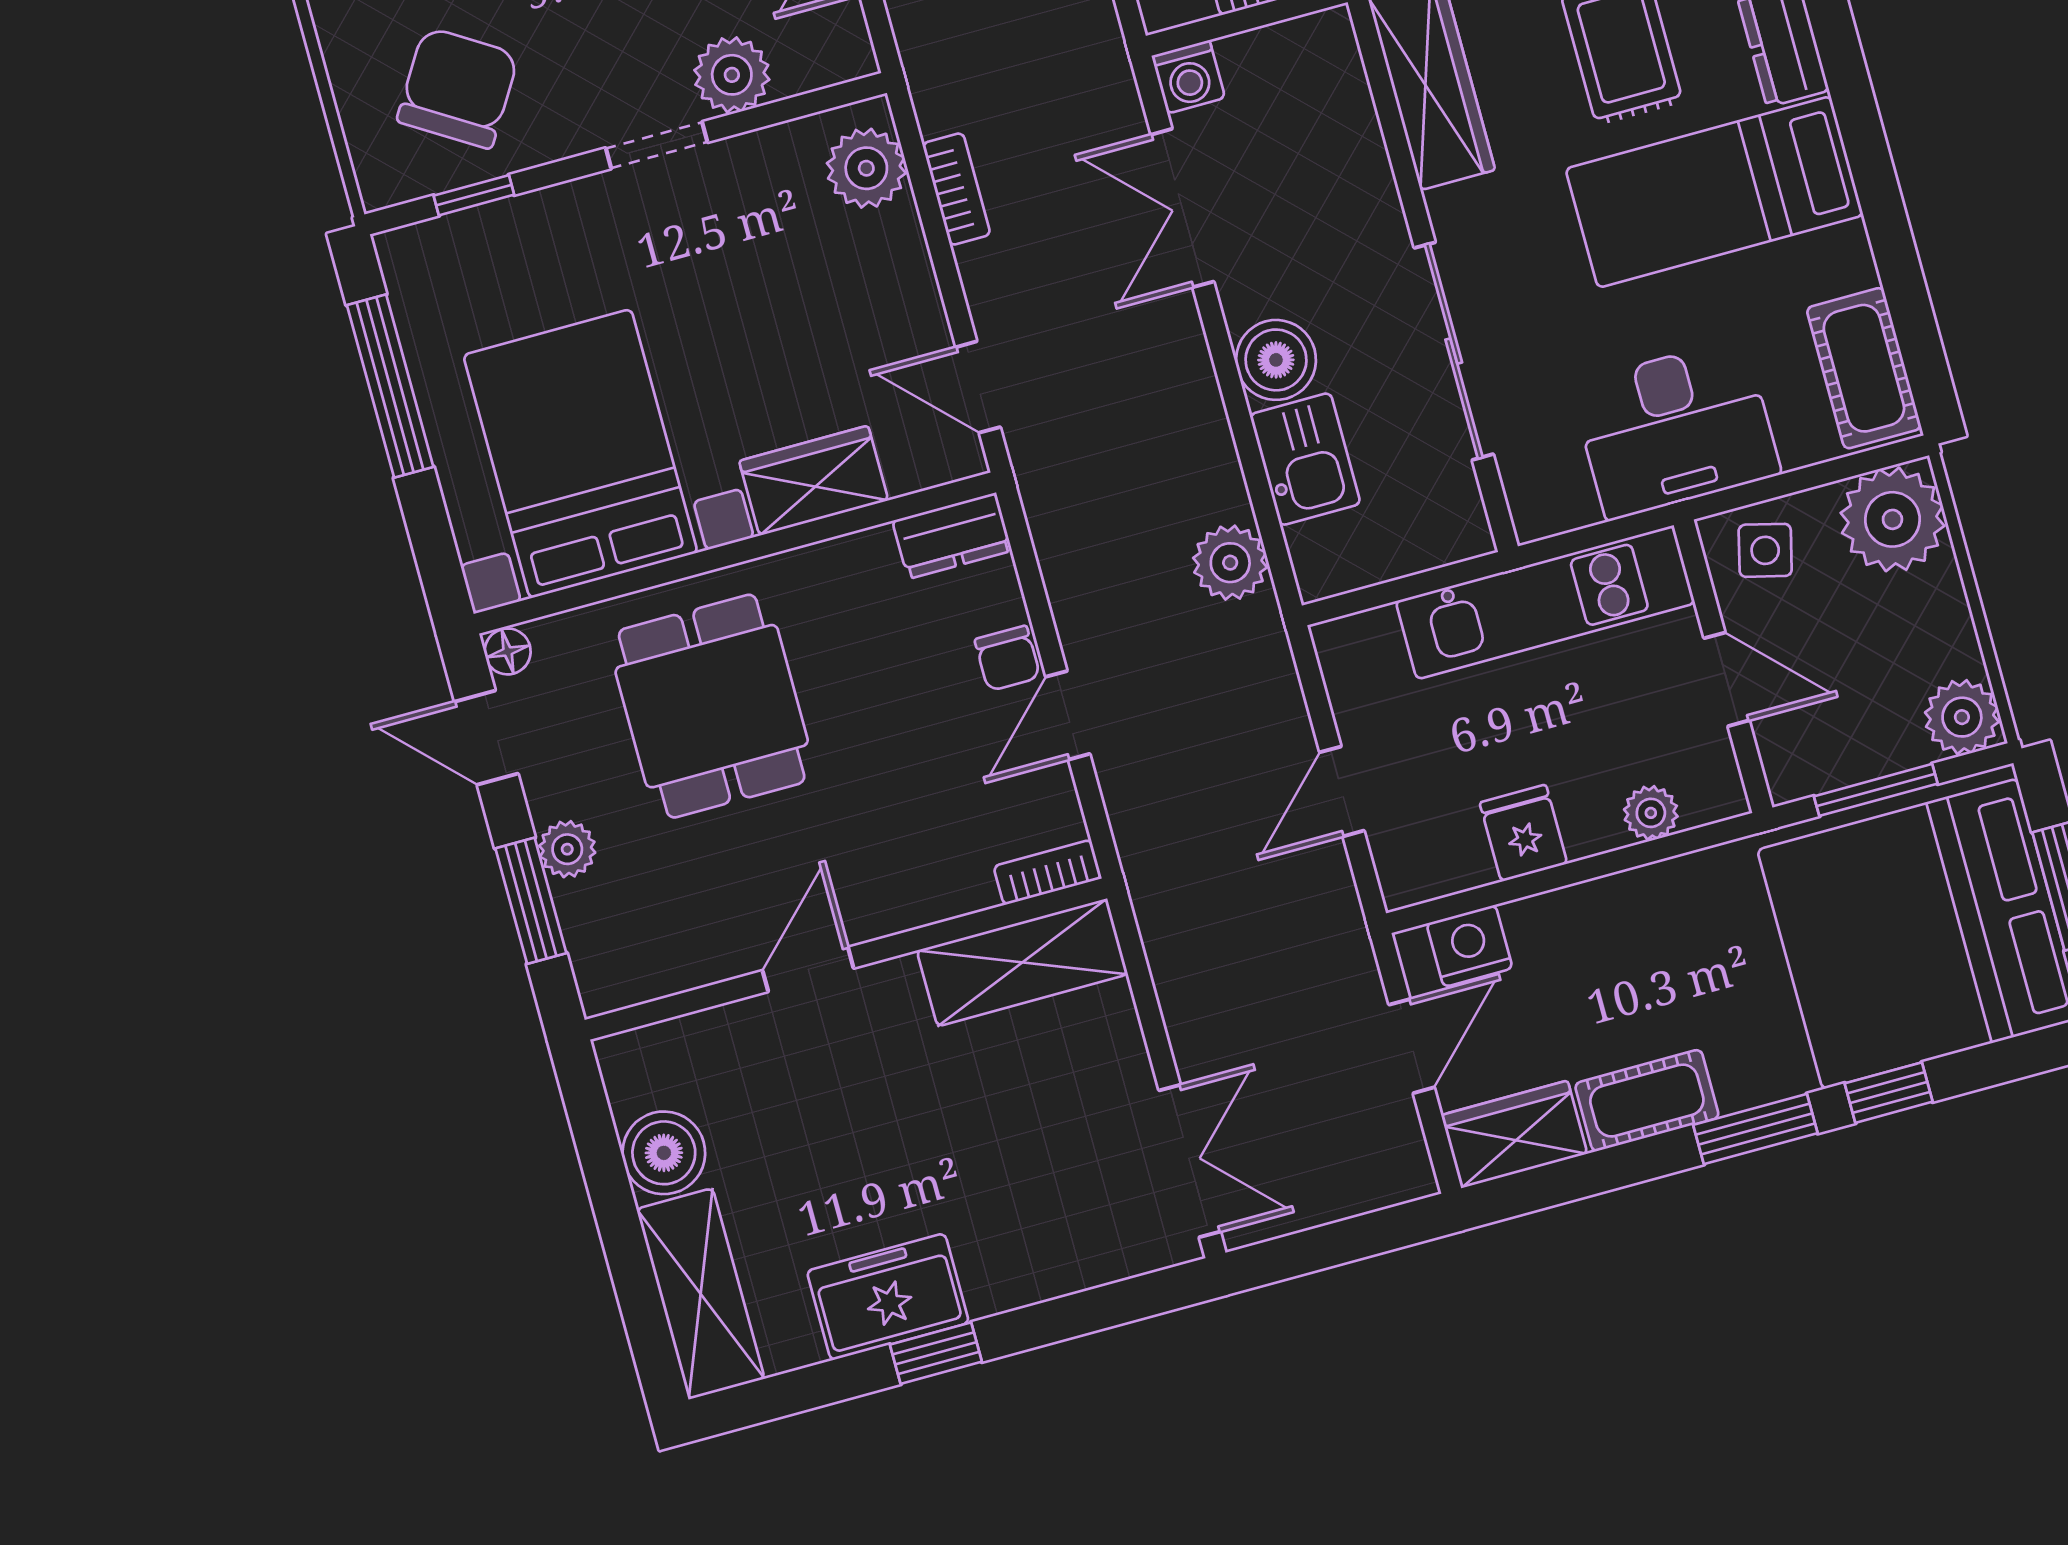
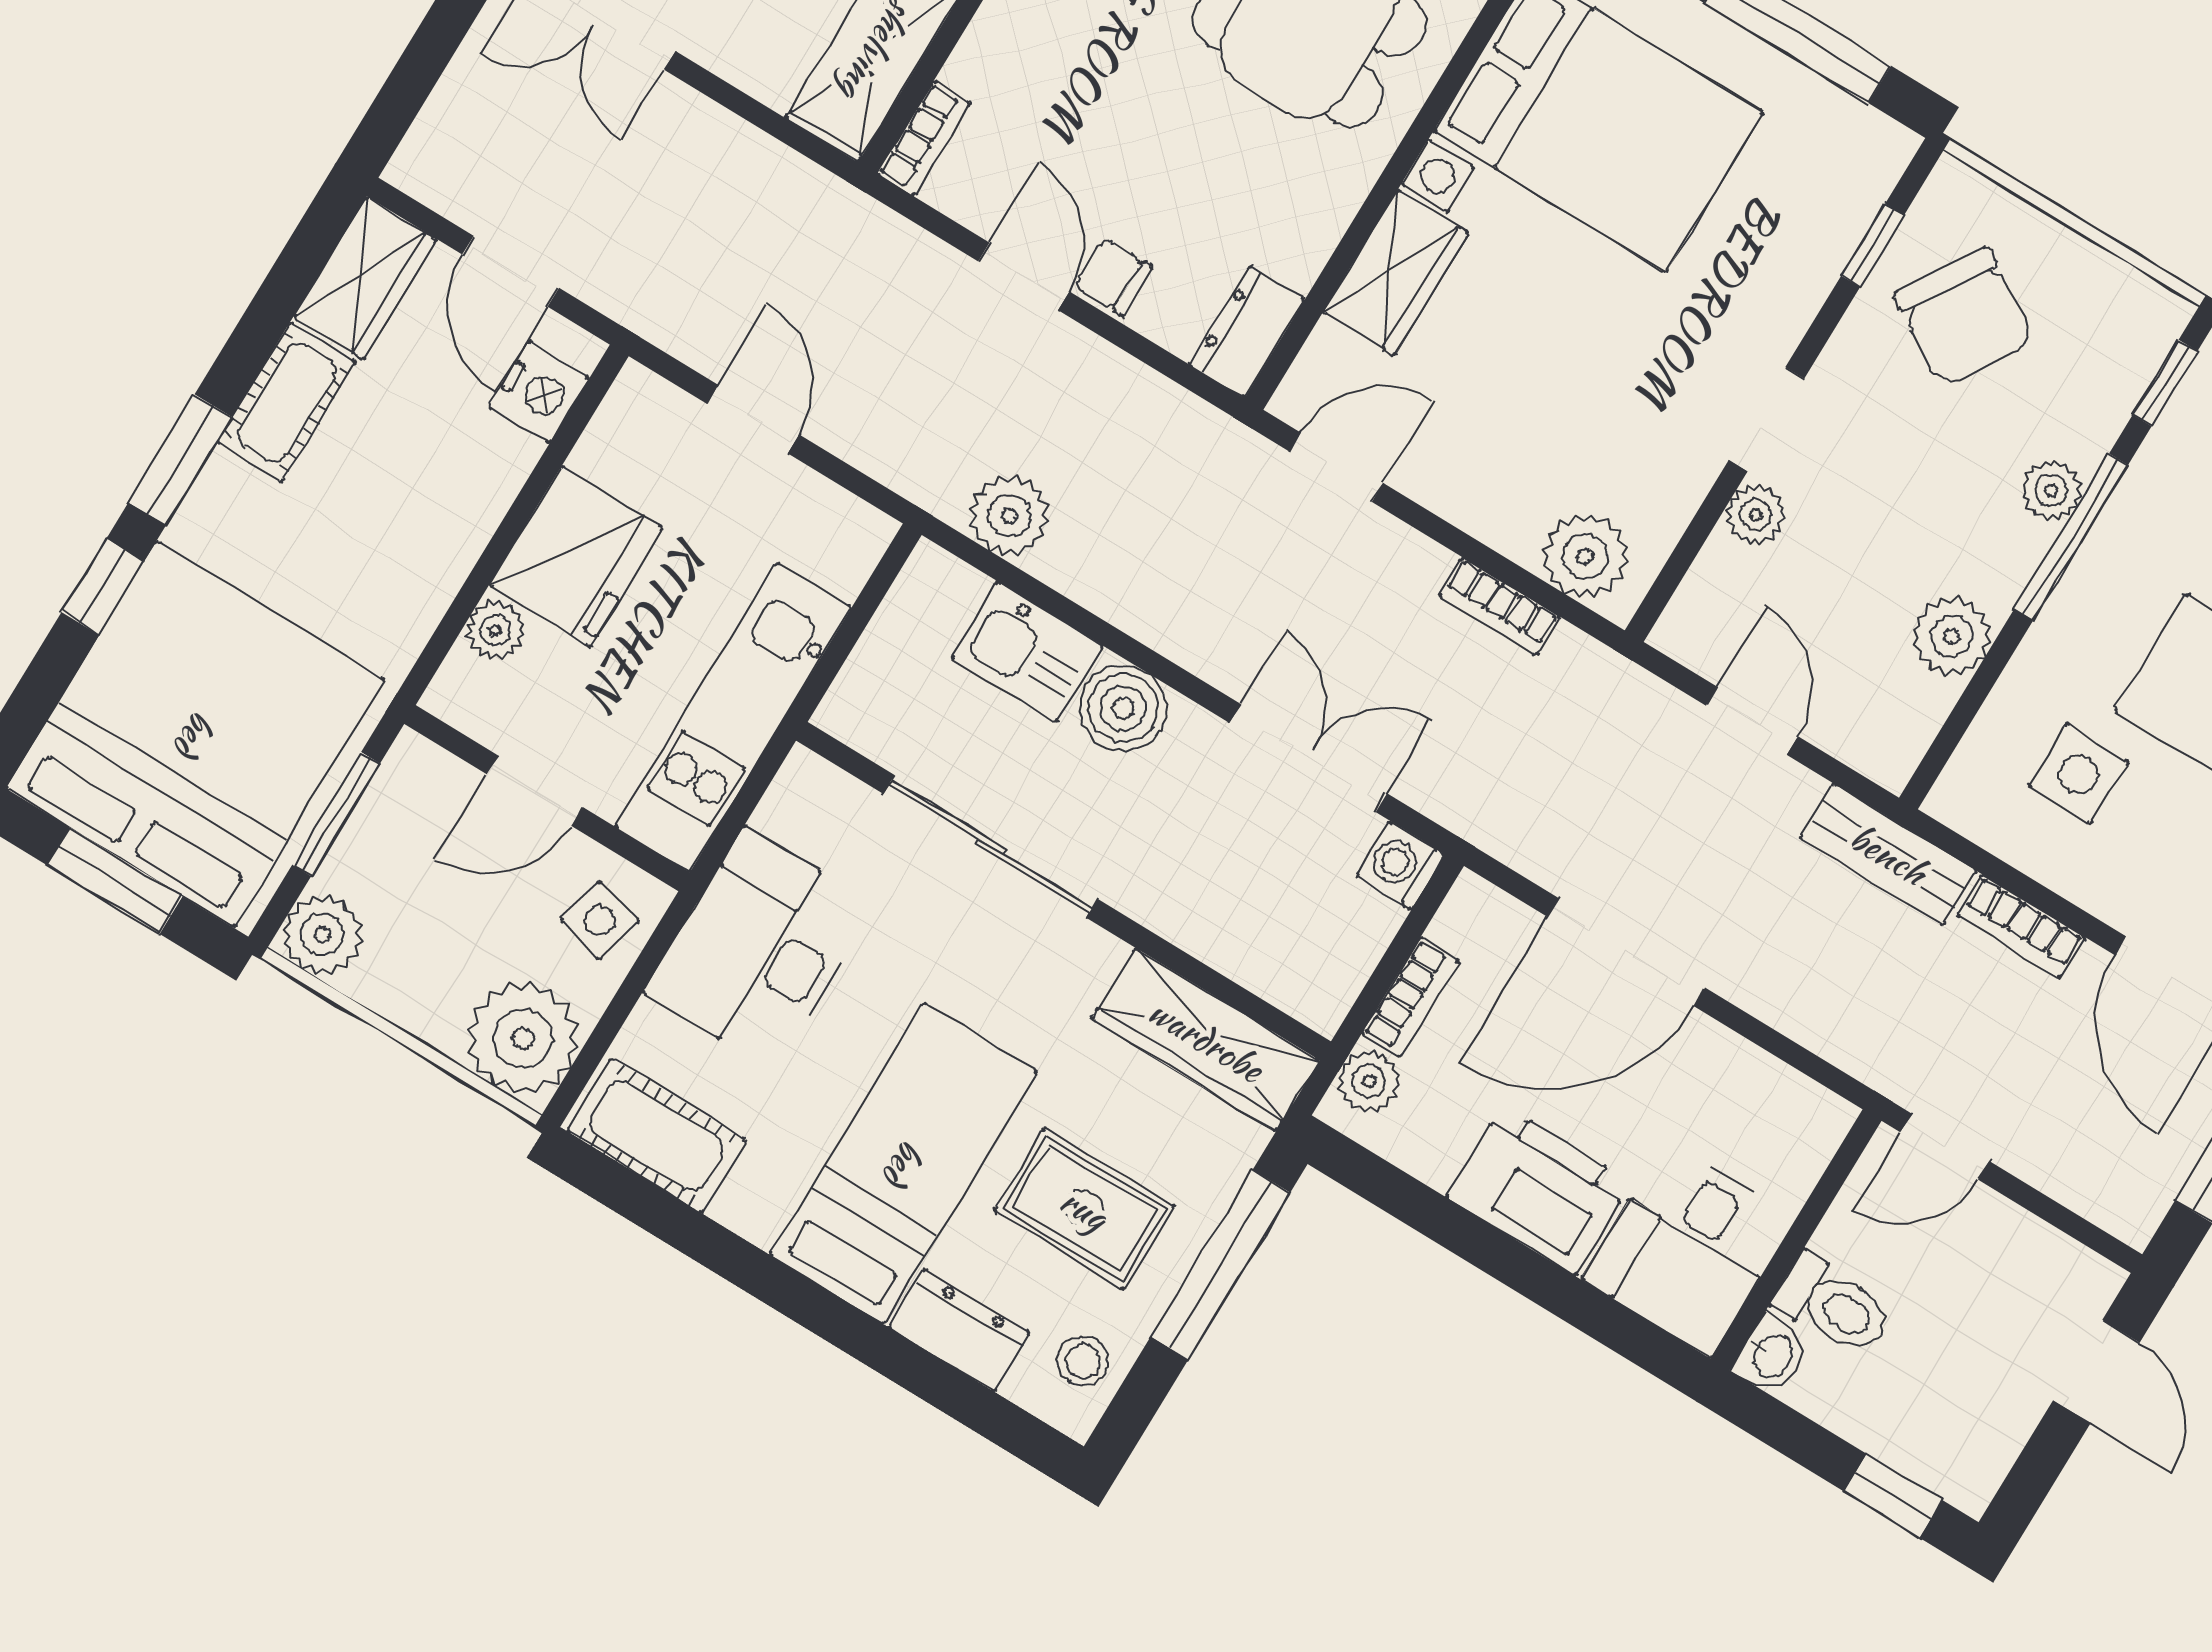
plant: (732, 75) -> (1756, 515), width x0.73, depth x0.73
fridge: (1523, 833) -> (576, 556), width x1.88, depth x1.34

